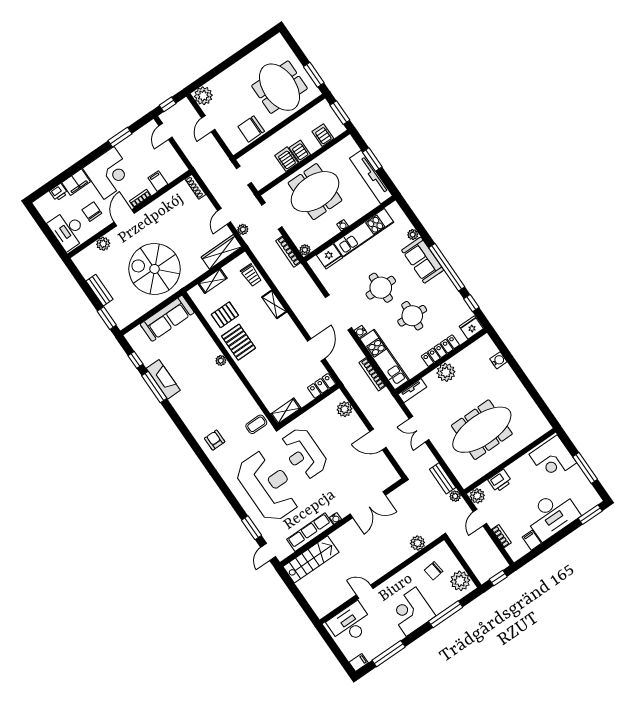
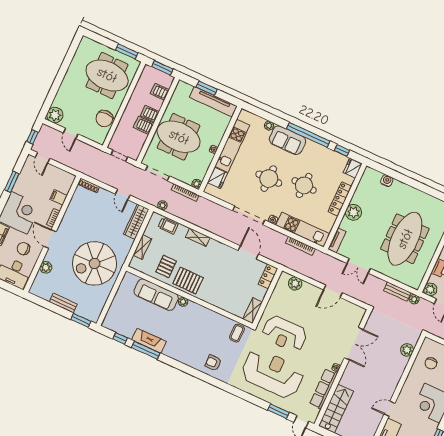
meeting table: (315, 192) -> (179, 137), turned 90
plant: (243, 229) -> (162, 205), moved
sofa: (167, 318) -> (156, 295), moved, turned 90

